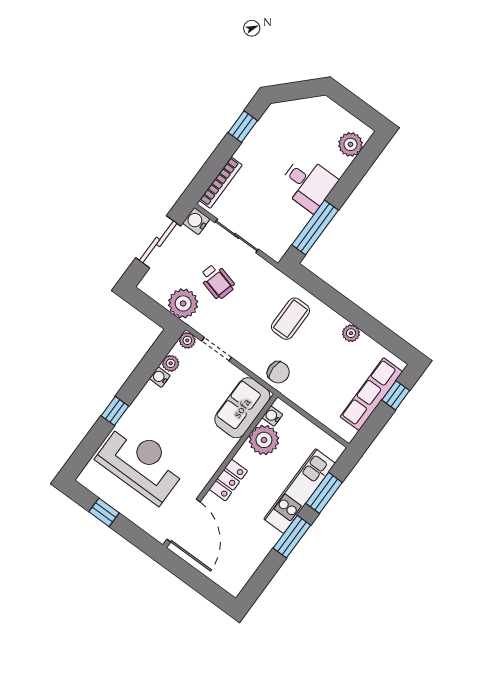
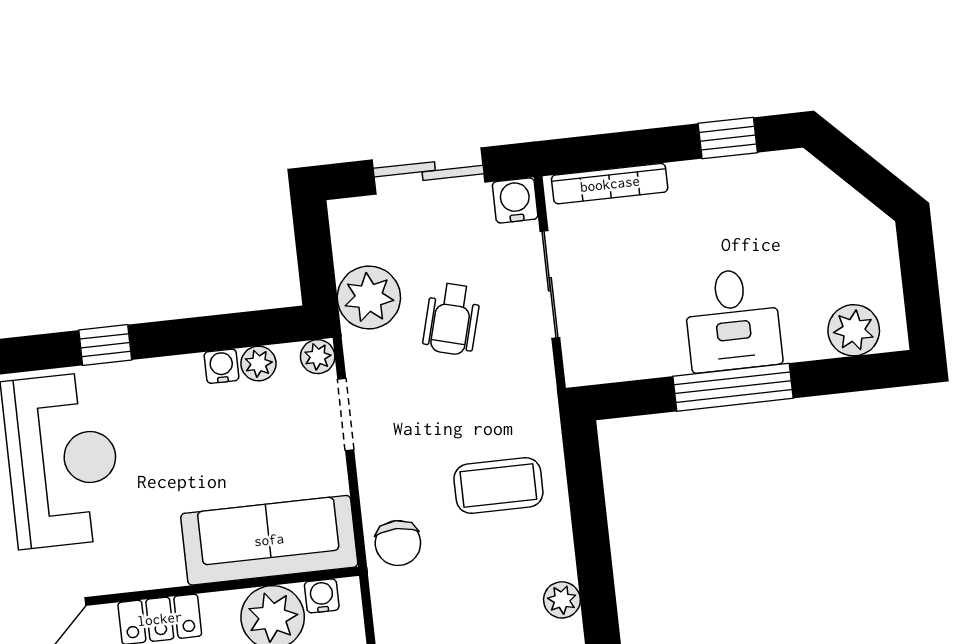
window: (315, 228) -> (733, 387), moved
sofa: (242, 408) -> (269, 540), width x1.36

